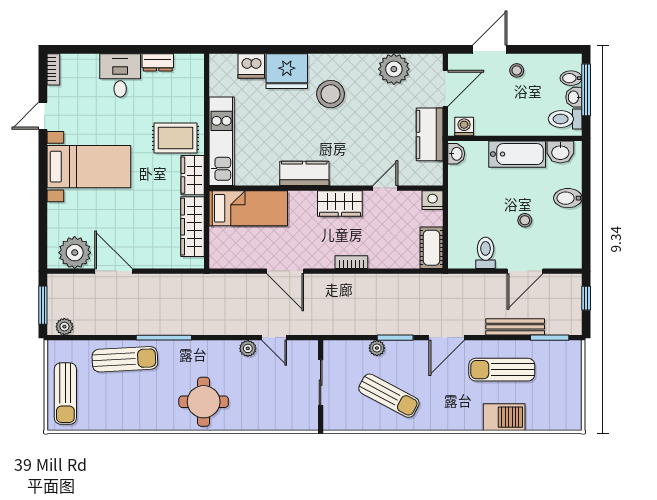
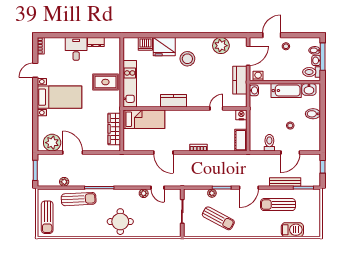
wardrobe: (193, 175) -> (114, 102), removed
wardrobe: (340, 203) -> (192, 117), removed
plant: (64, 327) -> (64, 182), moved
barbecue: (504, 417) -> (292, 230), moved

